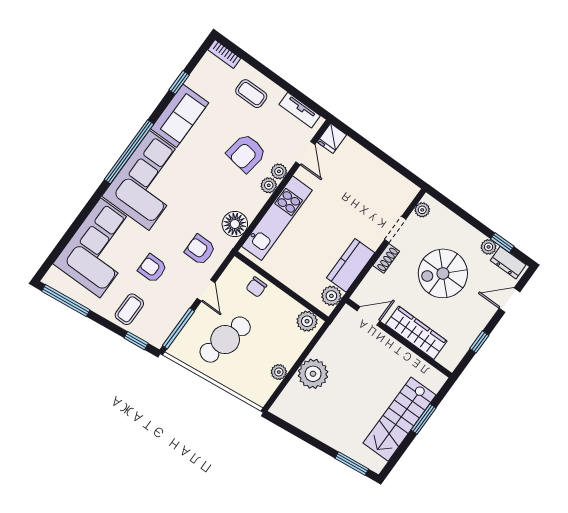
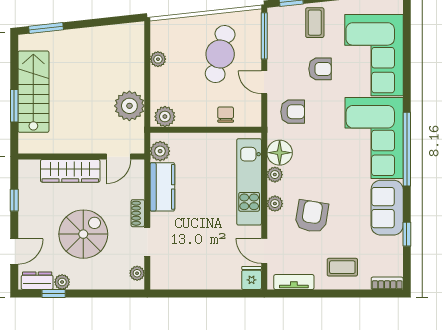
plant: (279, 171) -> (275, 175), moved
plant: (313, 374) -> (129, 106), moved

